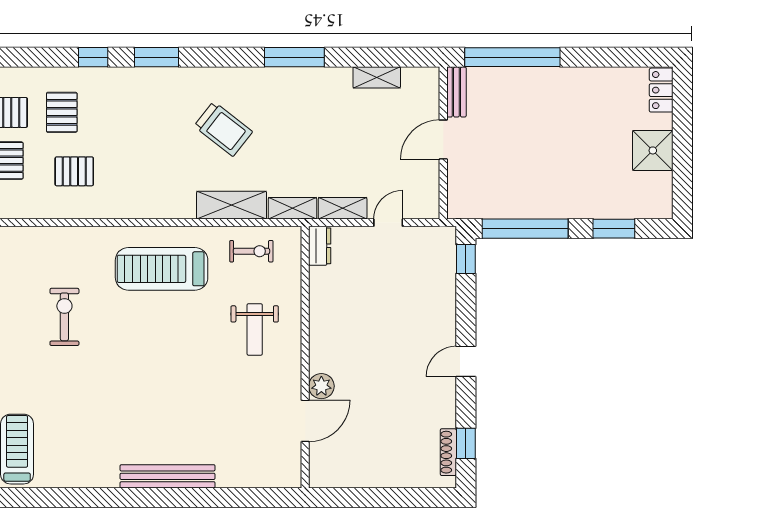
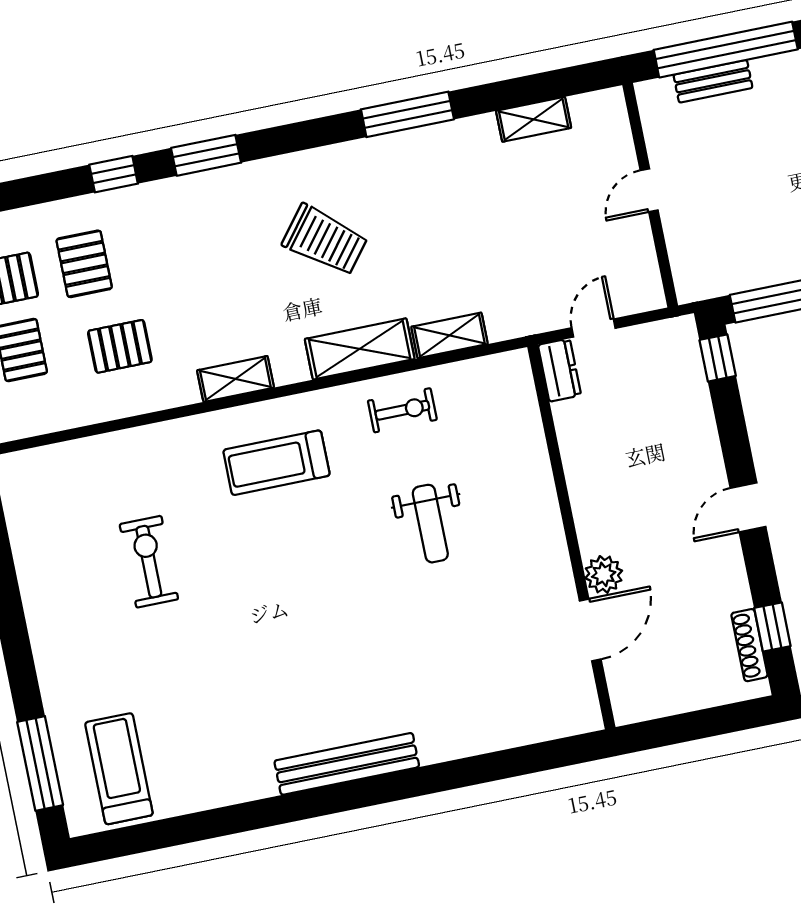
bench: (456, 92) -> (713, 81), moved, turned 90
door: (443, 140) -> (649, 190), width x0.73
shelving: (343, 208) -> (235, 379), moved
dresser: (320, 246) -> (559, 370), moved
treadmill: (162, 269) -> (276, 463), width x0.73, depth x0.73
wall: (305, 357) -> (571, 537), moved
plant: (321, 386) -> (604, 574), moved
door: (305, 421) -> (590, 630), moved

